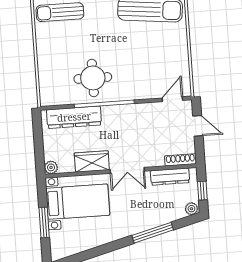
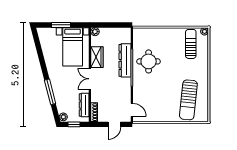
dresser: (74, 117) -> (125, 60), moved

